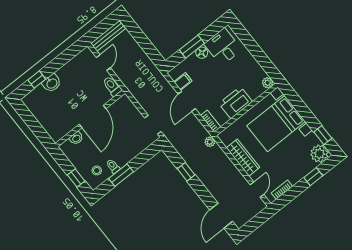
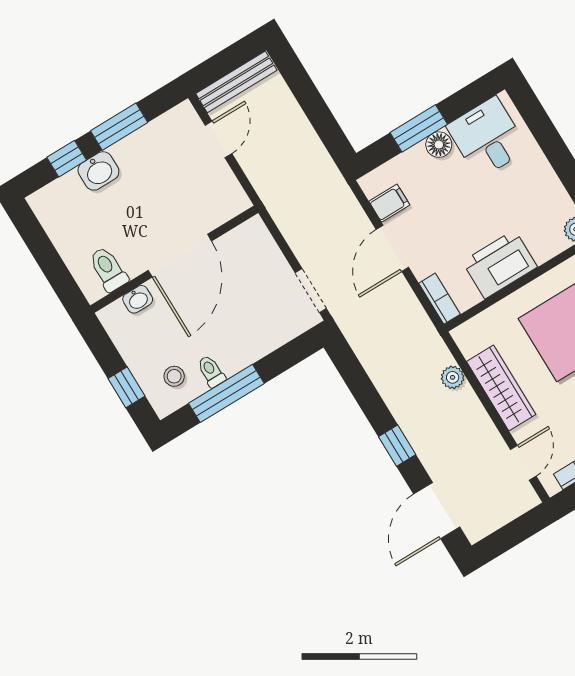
window: (58, 62) -> (119, 127), added
toilet: (112, 86) -> (108, 269), moved
plant: (210, 142) -> (453, 377), moved
window: (186, 172) -> (397, 446), moved
window: (121, 175) -> (226, 393), width x1.44

